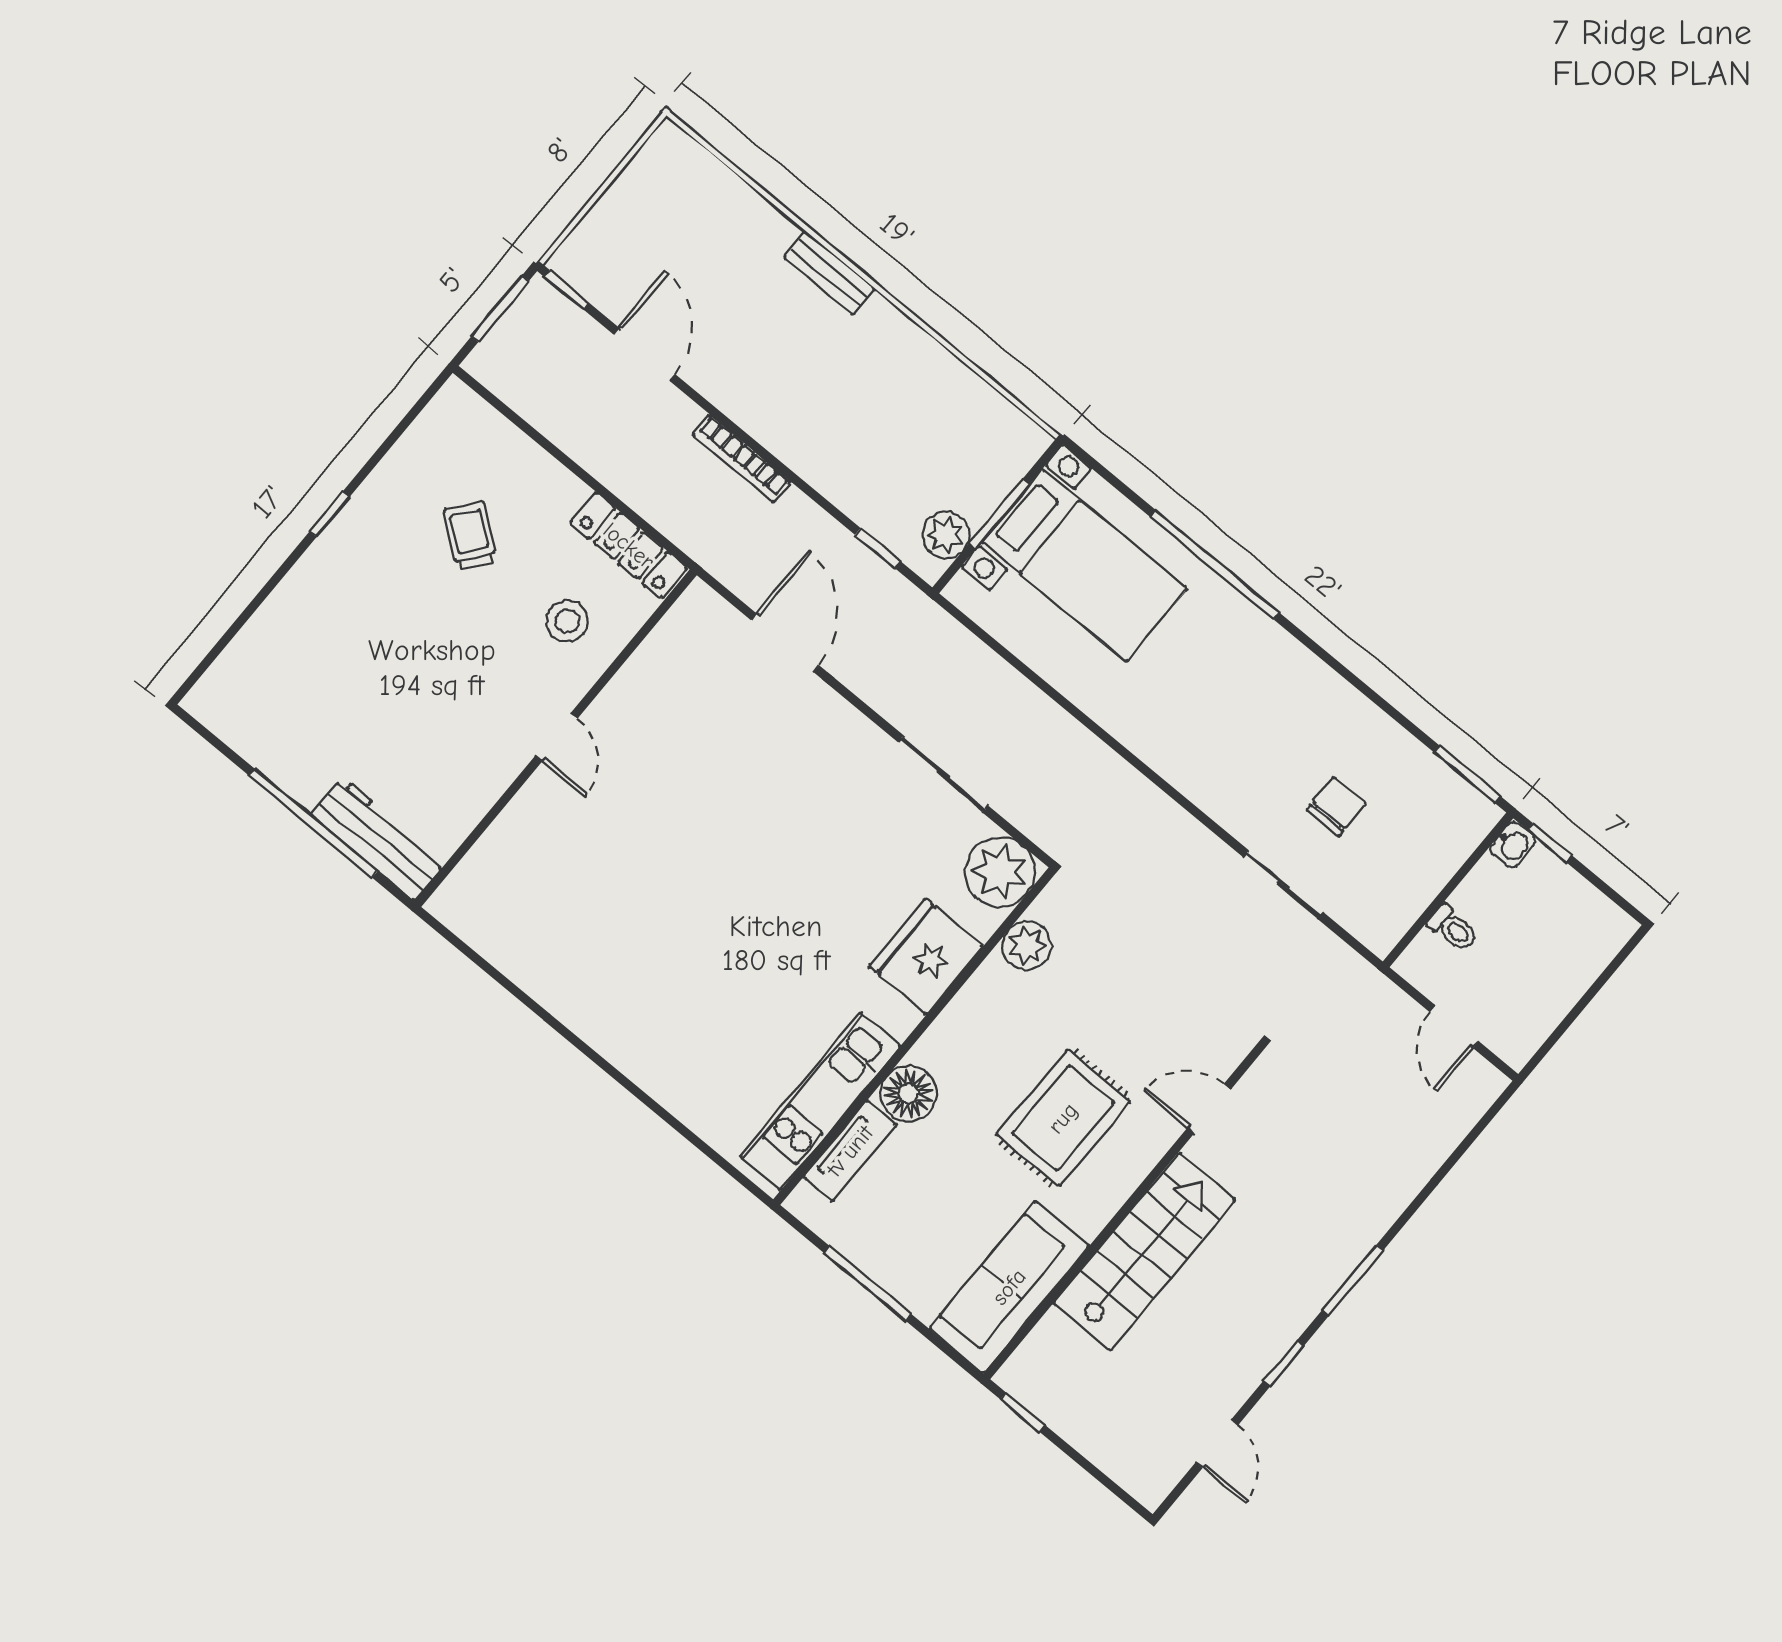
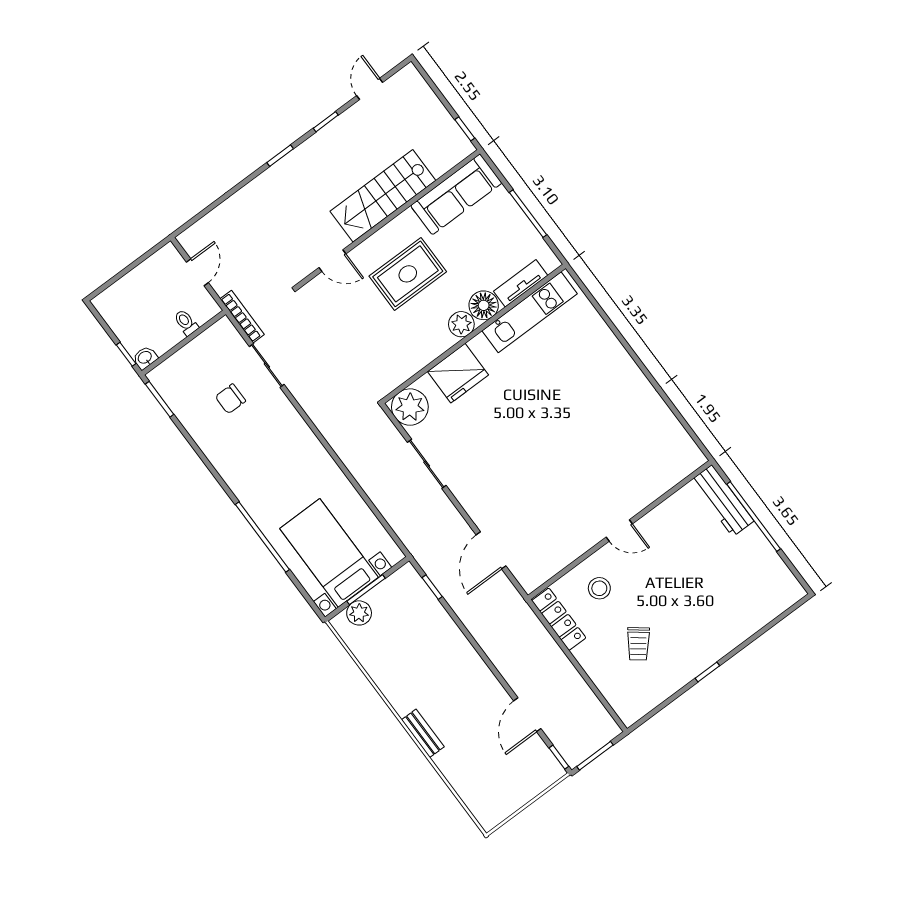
bookcase: (742, 458) -> (242, 317), moved
plant: (946, 535) -> (359, 613), moved
door: (556, 737) -> (619, 530), swing flipped
plant: (1027, 946) -> (461, 324), moved
window: (1353, 1280) -> (280, 156), width x0.67

